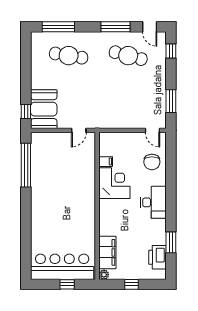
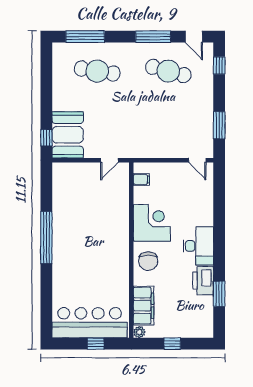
filing cabinet: (106, 162) -> (141, 179), moved
chair: (152, 162) -> (148, 261), moved
window: (26, 165) -> (46, 238), moved
printer: (157, 257) -> (203, 281), moved

